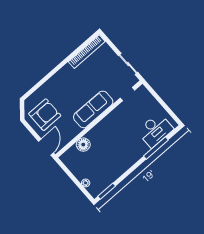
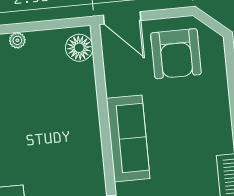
floor lamp: (83, 145) -> (79, 48), moved

